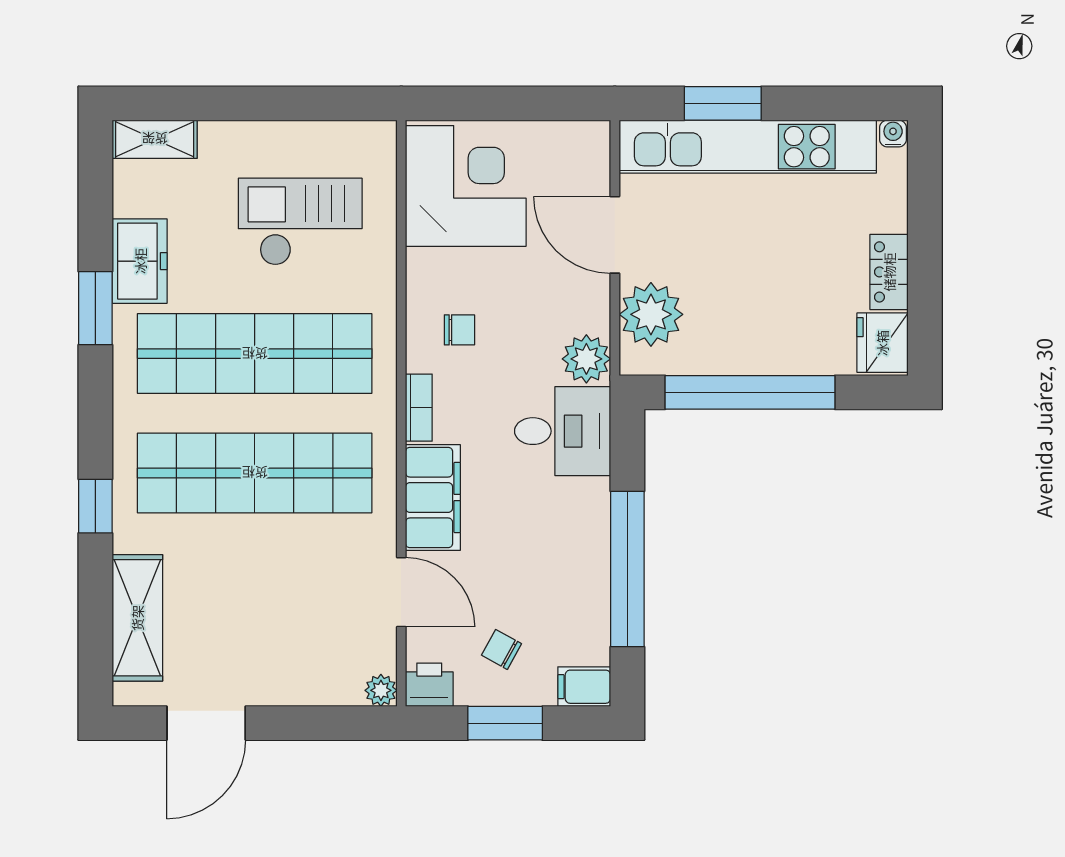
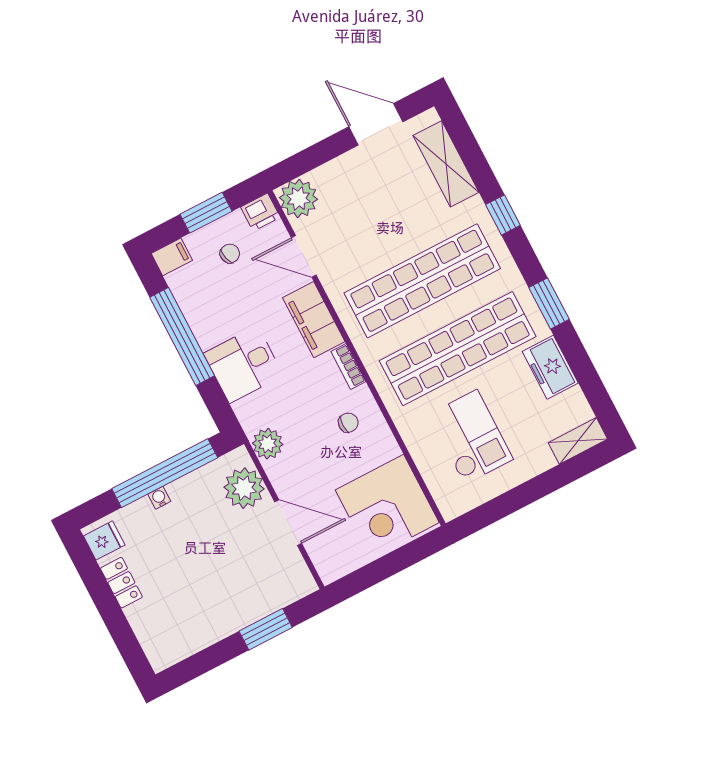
water cooler: (893, 133) -> (159, 498), moved, turned 180
kitchen unit: (748, 147) -> (239, 612), removed
checkout: (300, 222) -> (471, 437), turned -90
window: (95, 308) -> (549, 303), moved
chair: (459, 330) -> (348, 423), turned 180
fridge: (882, 343) -> (104, 540), width x0.72
desk: (563, 431) -> (243, 364), moved
chair: (502, 649) -> (230, 254), turned -44
plant: (381, 690) -> (298, 199), width x1.88, depth x1.88
door: (206, 723) -> (376, 124), hinge flipped

